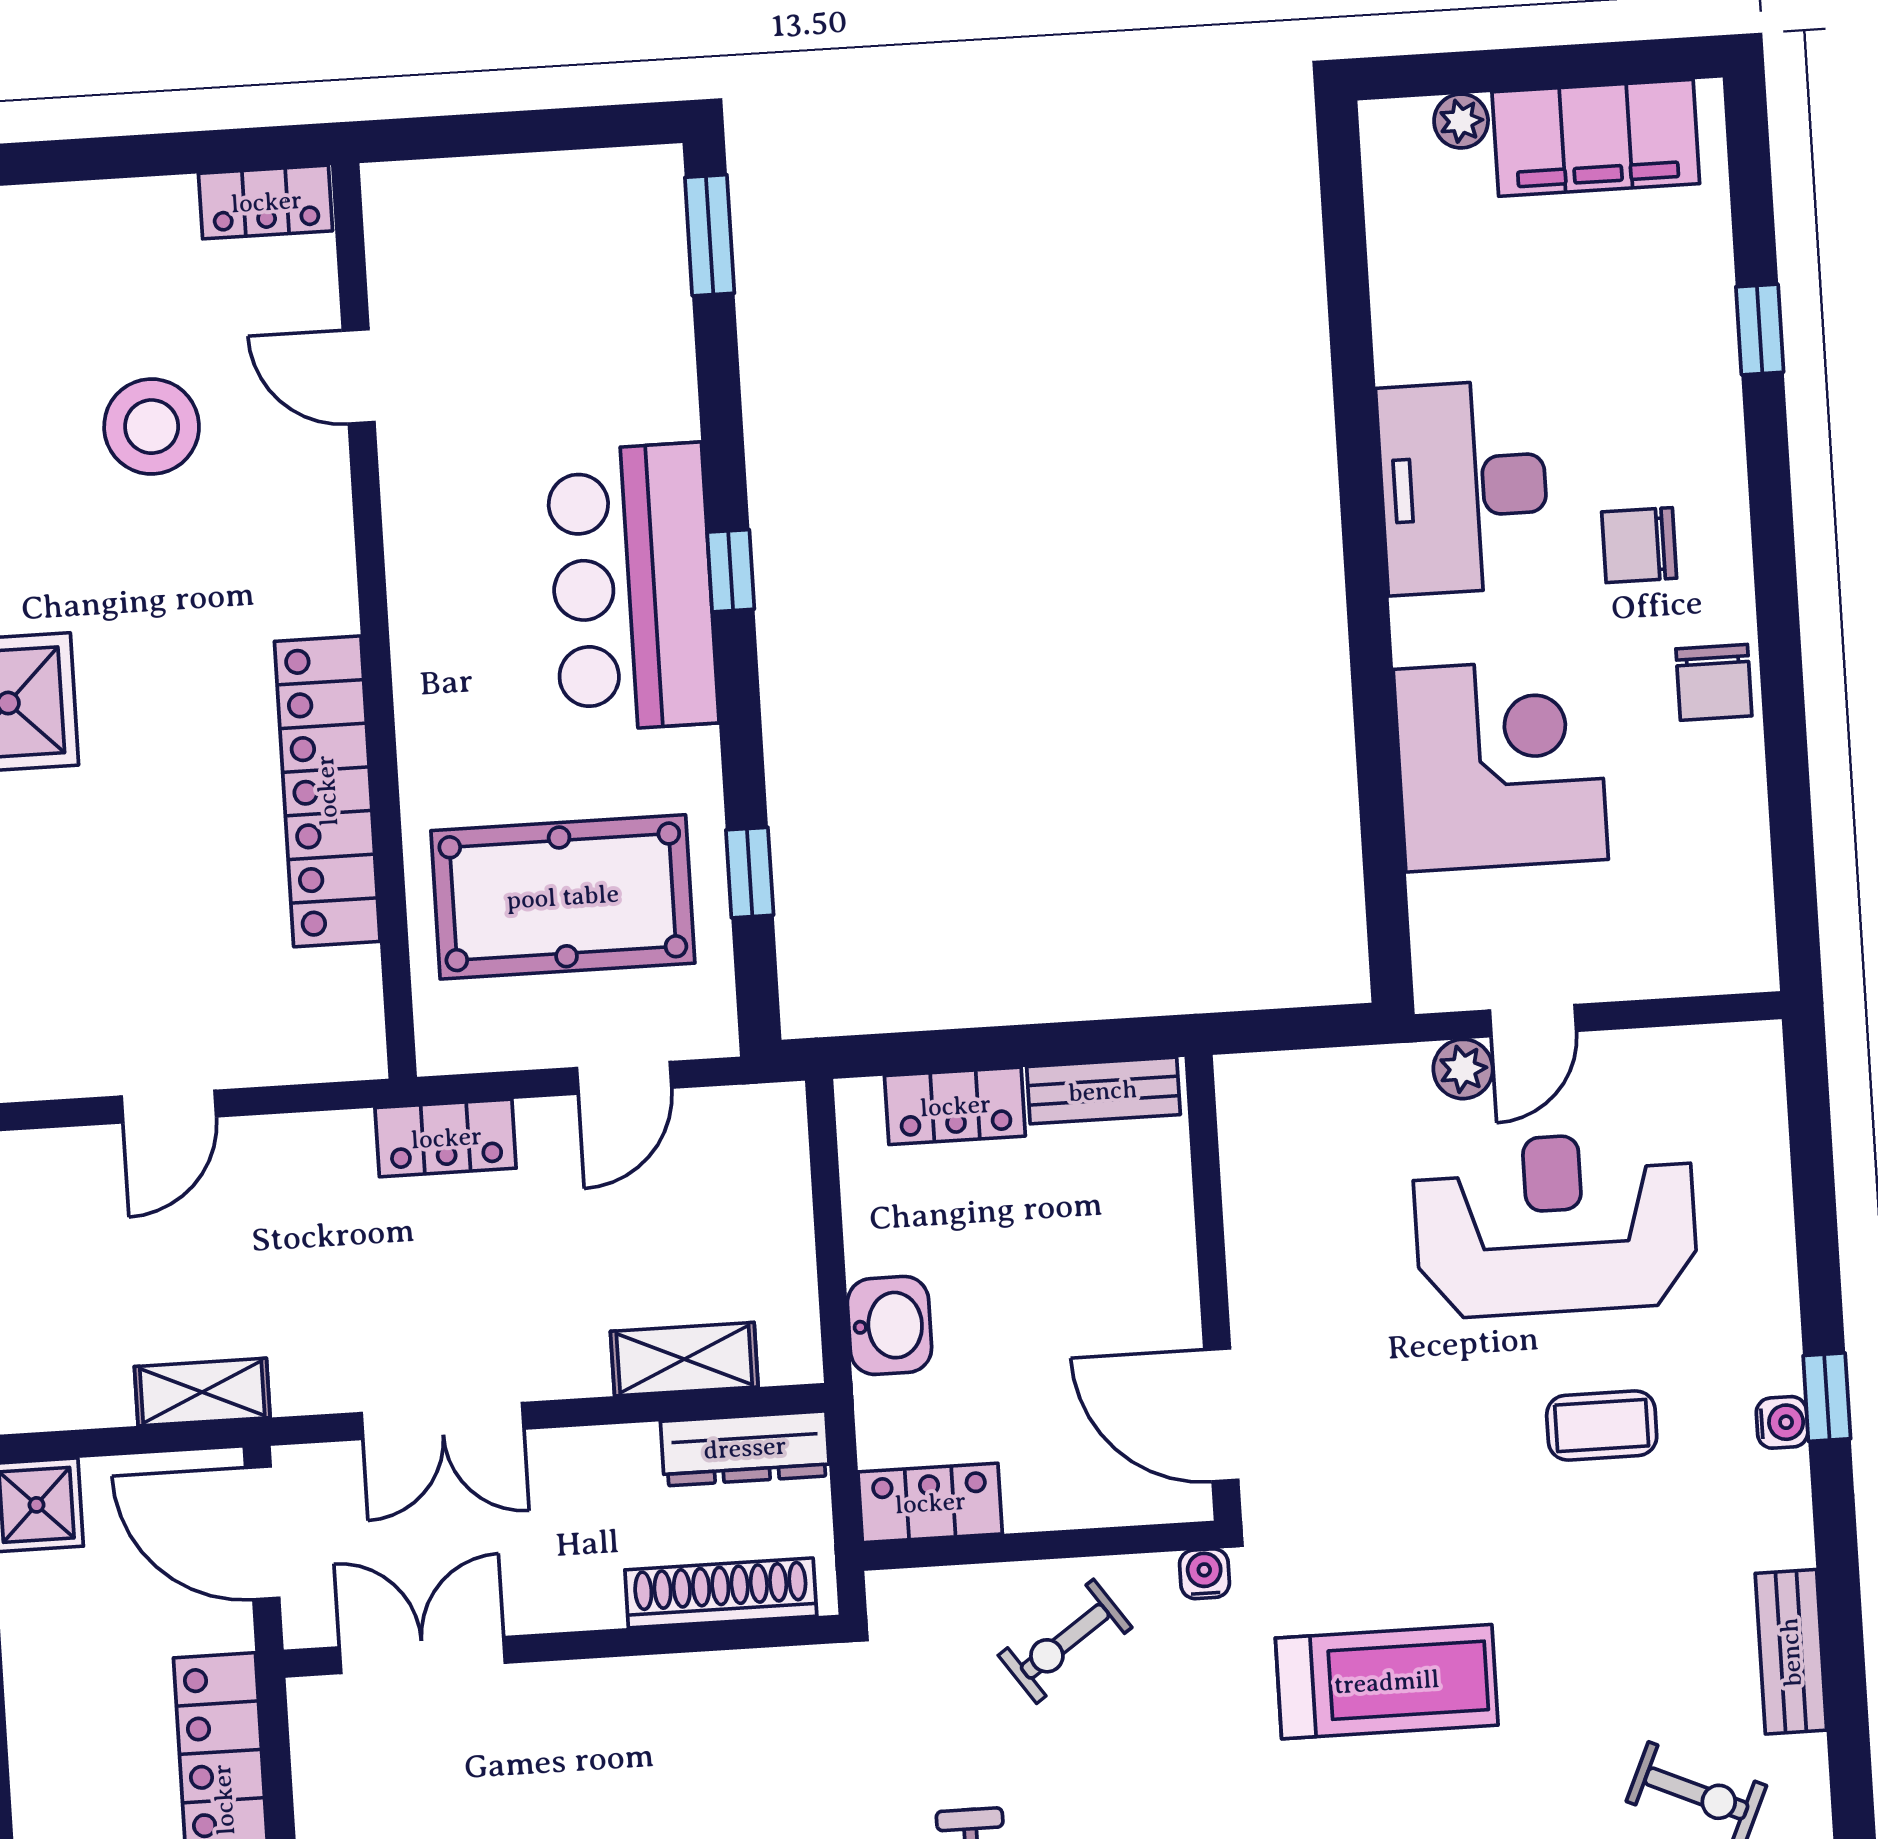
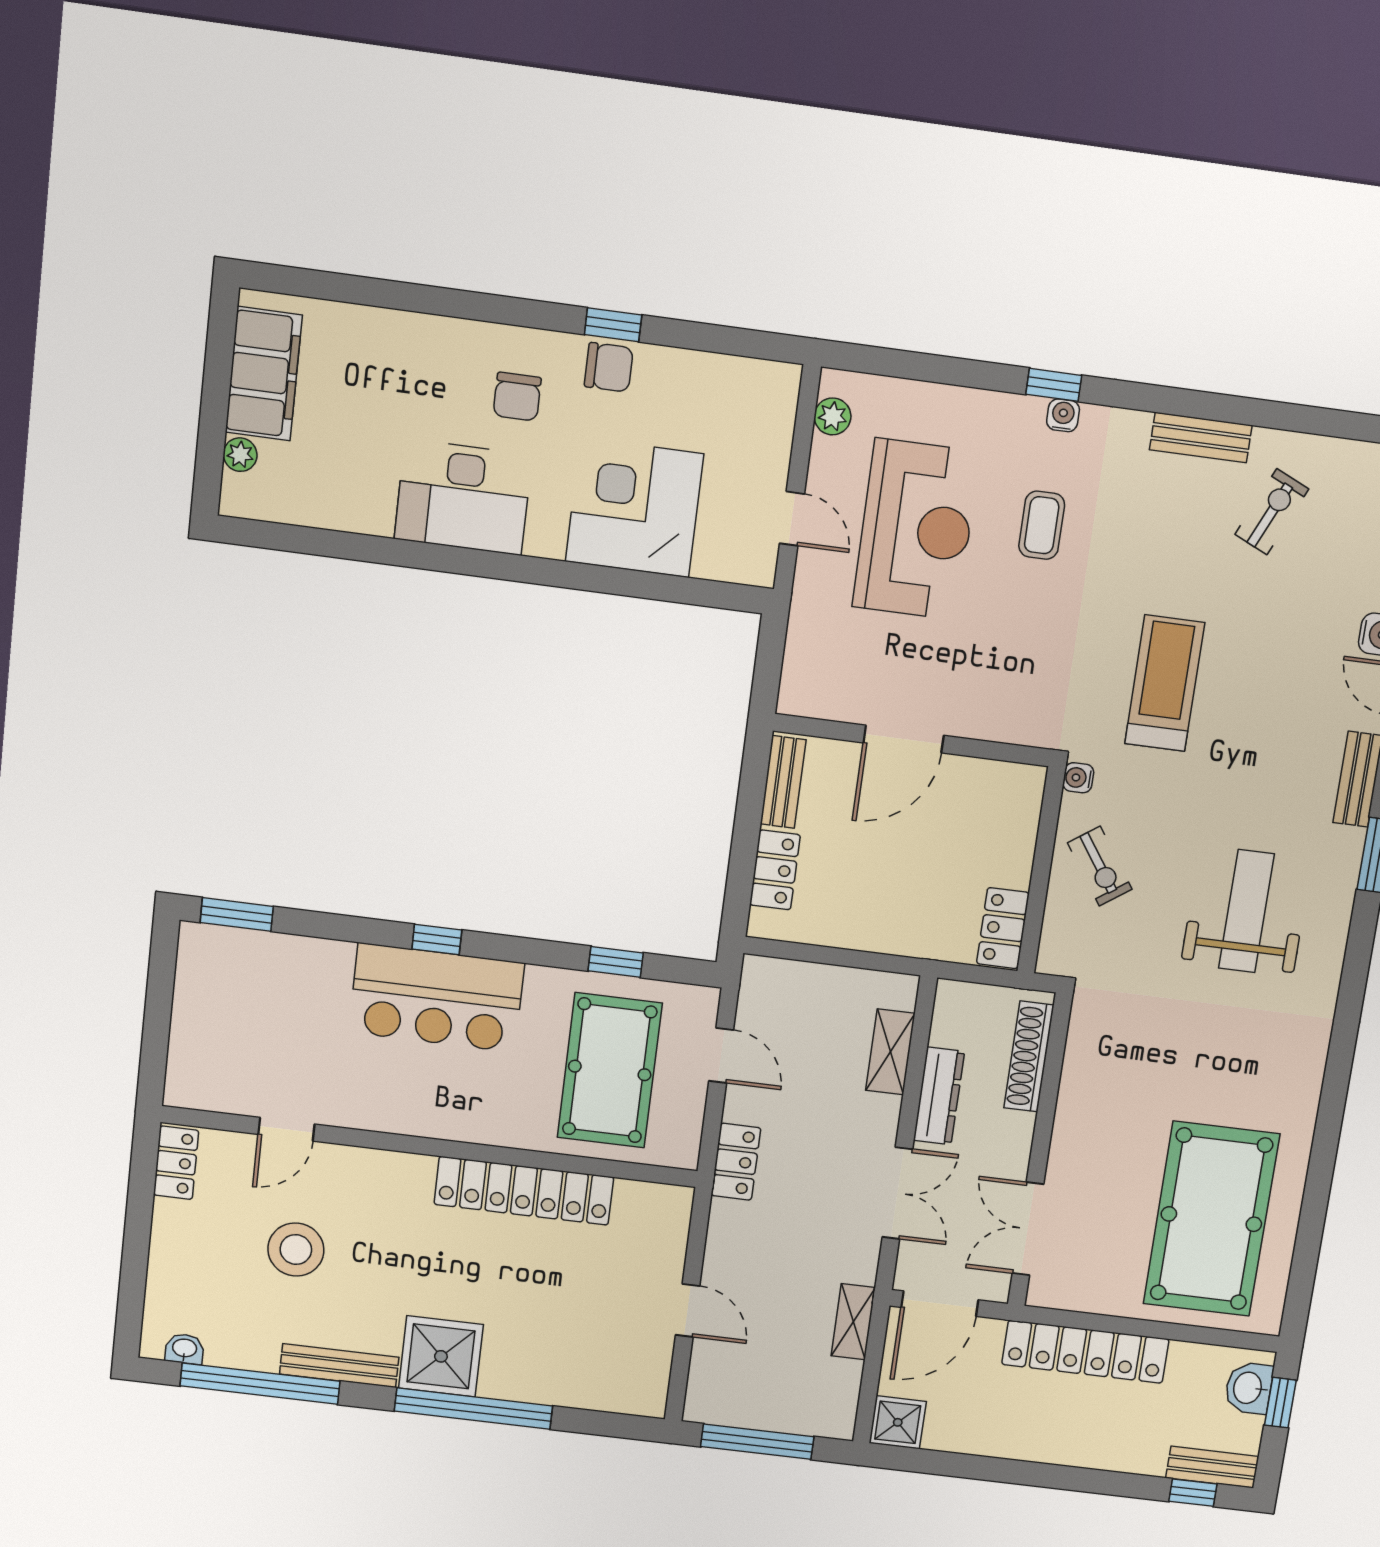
window: (1760, 330) -> (613, 325), moved
plant: (1463, 1069) -> (833, 416), moved
reception desk: (1555, 1224) -> (916, 529), turned 180
washbasin: (889, 1325) -> (895, 932), removed
door: (1221, 1415) -> (904, 739), moved
dresser: (745, 1448) -> (939, 1096), moved

